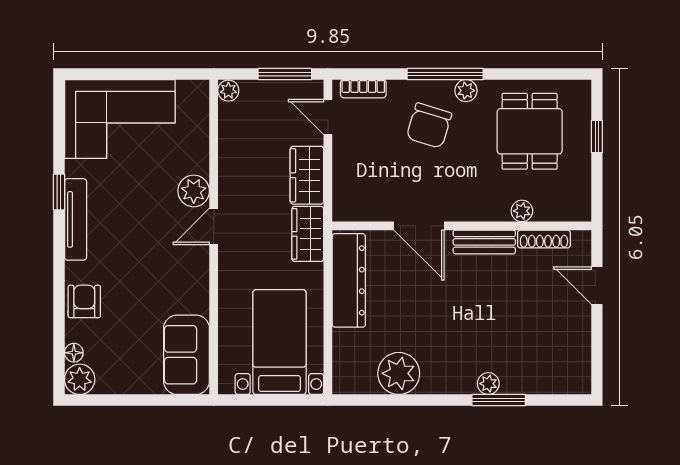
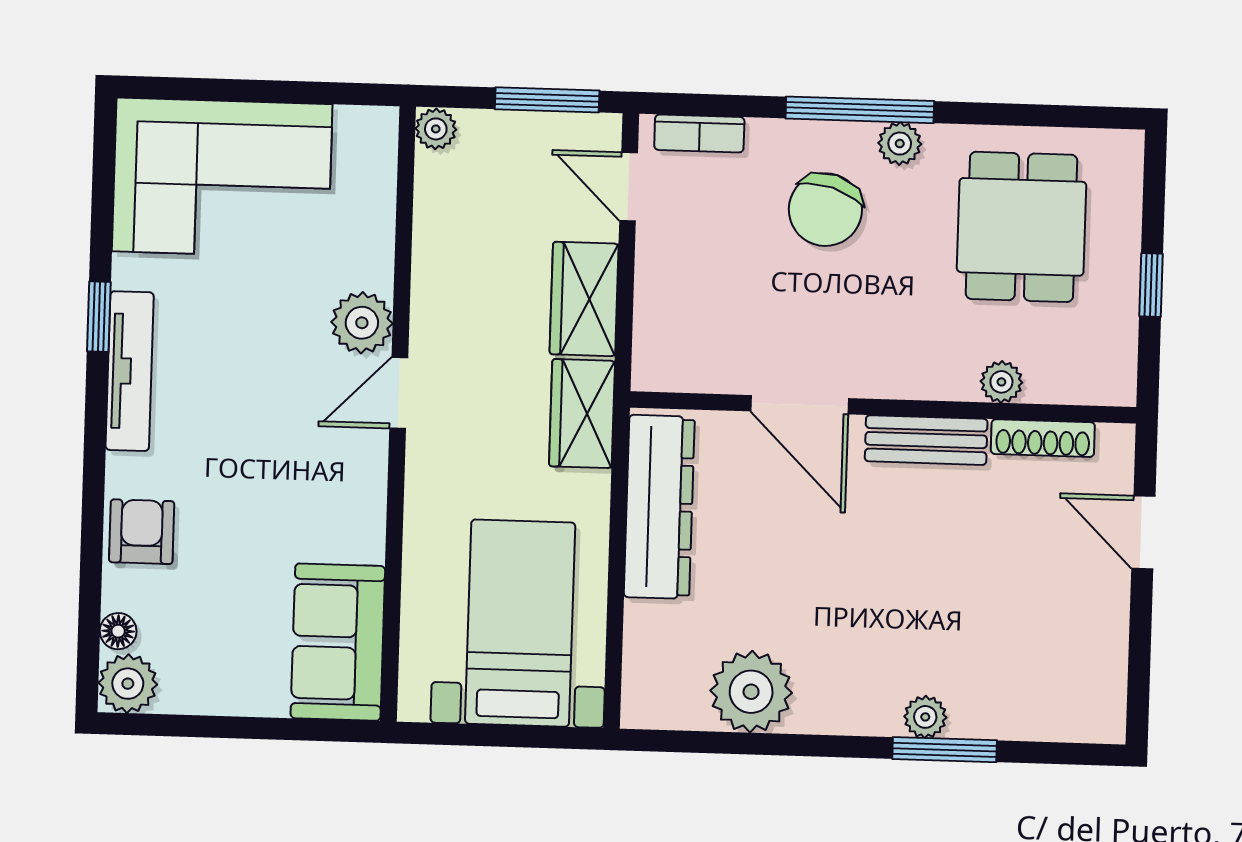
window: (597, 136) -> (1151, 285), moved

